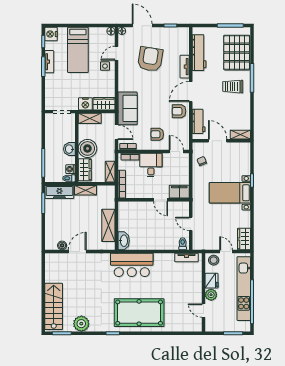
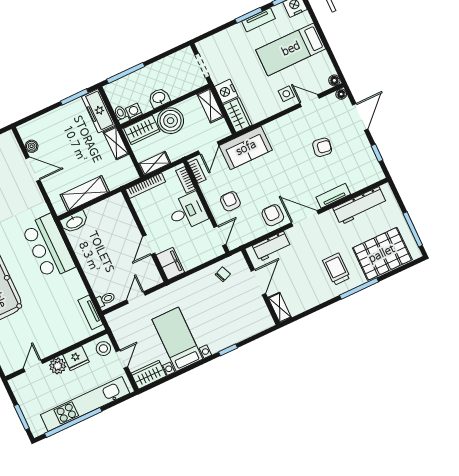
armchair: (150, 59) -> (322, 147), width x0.53, depth x0.53
bed with nightstands: (230, 193) -> (177, 339), moved

